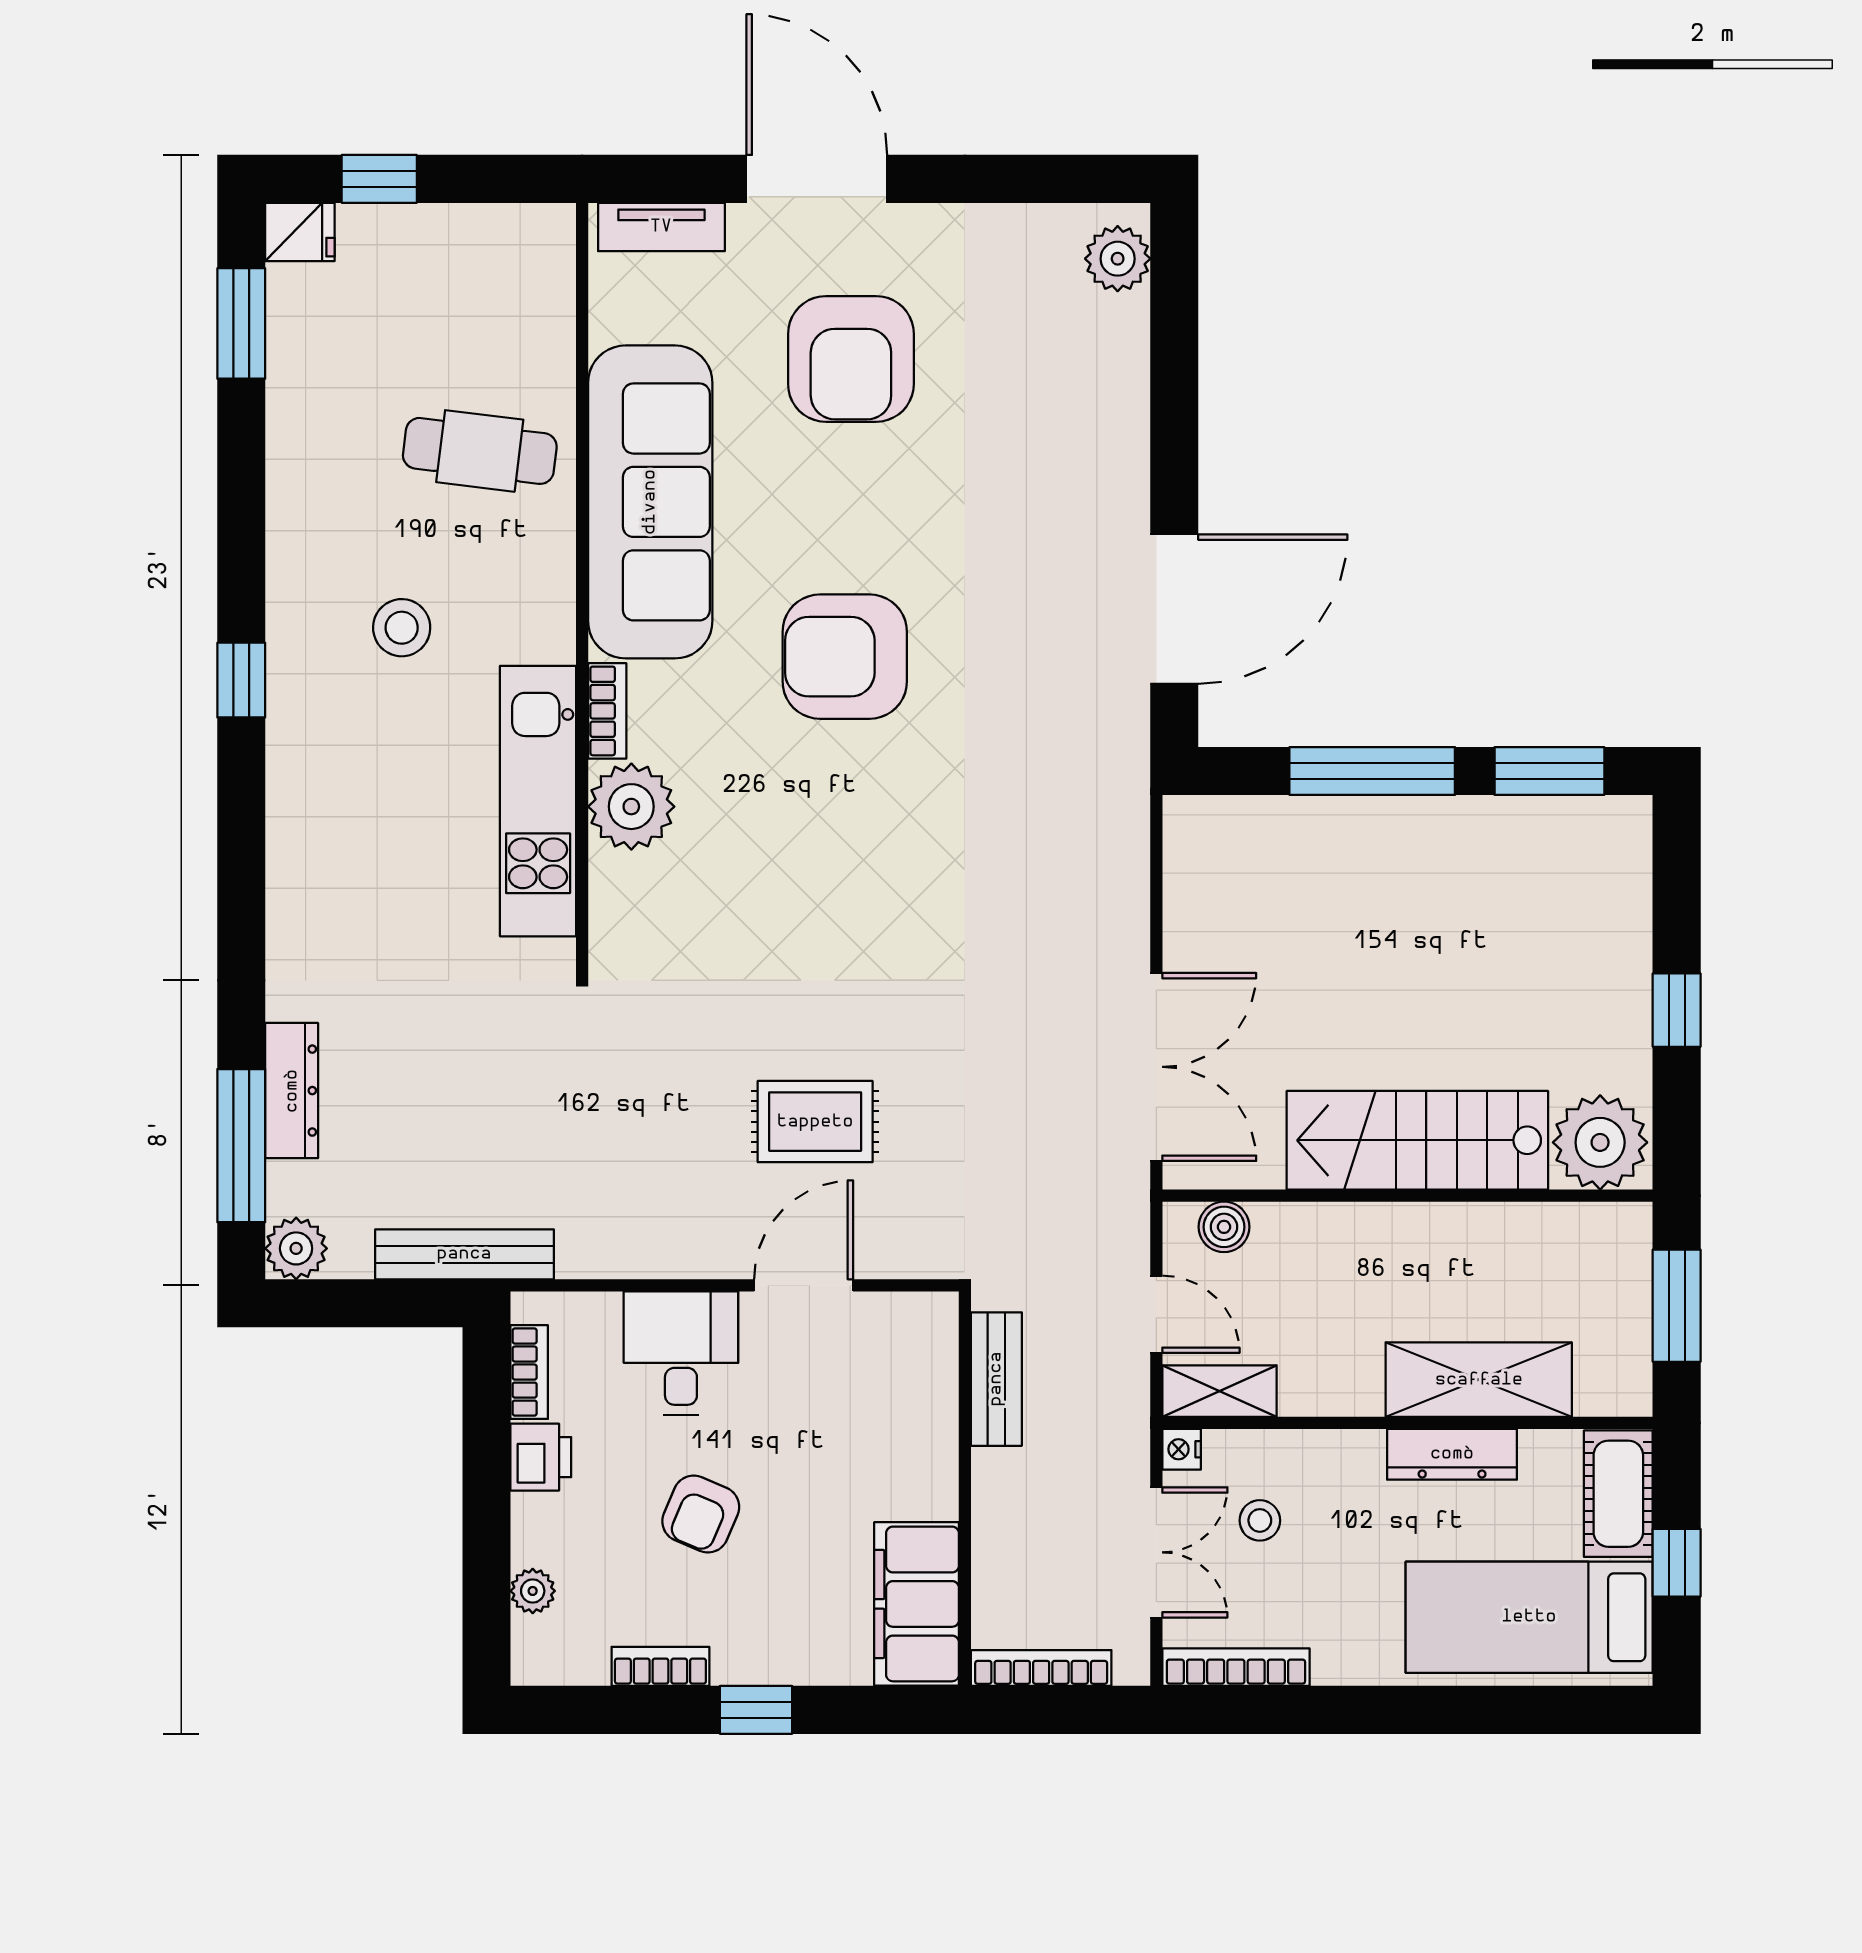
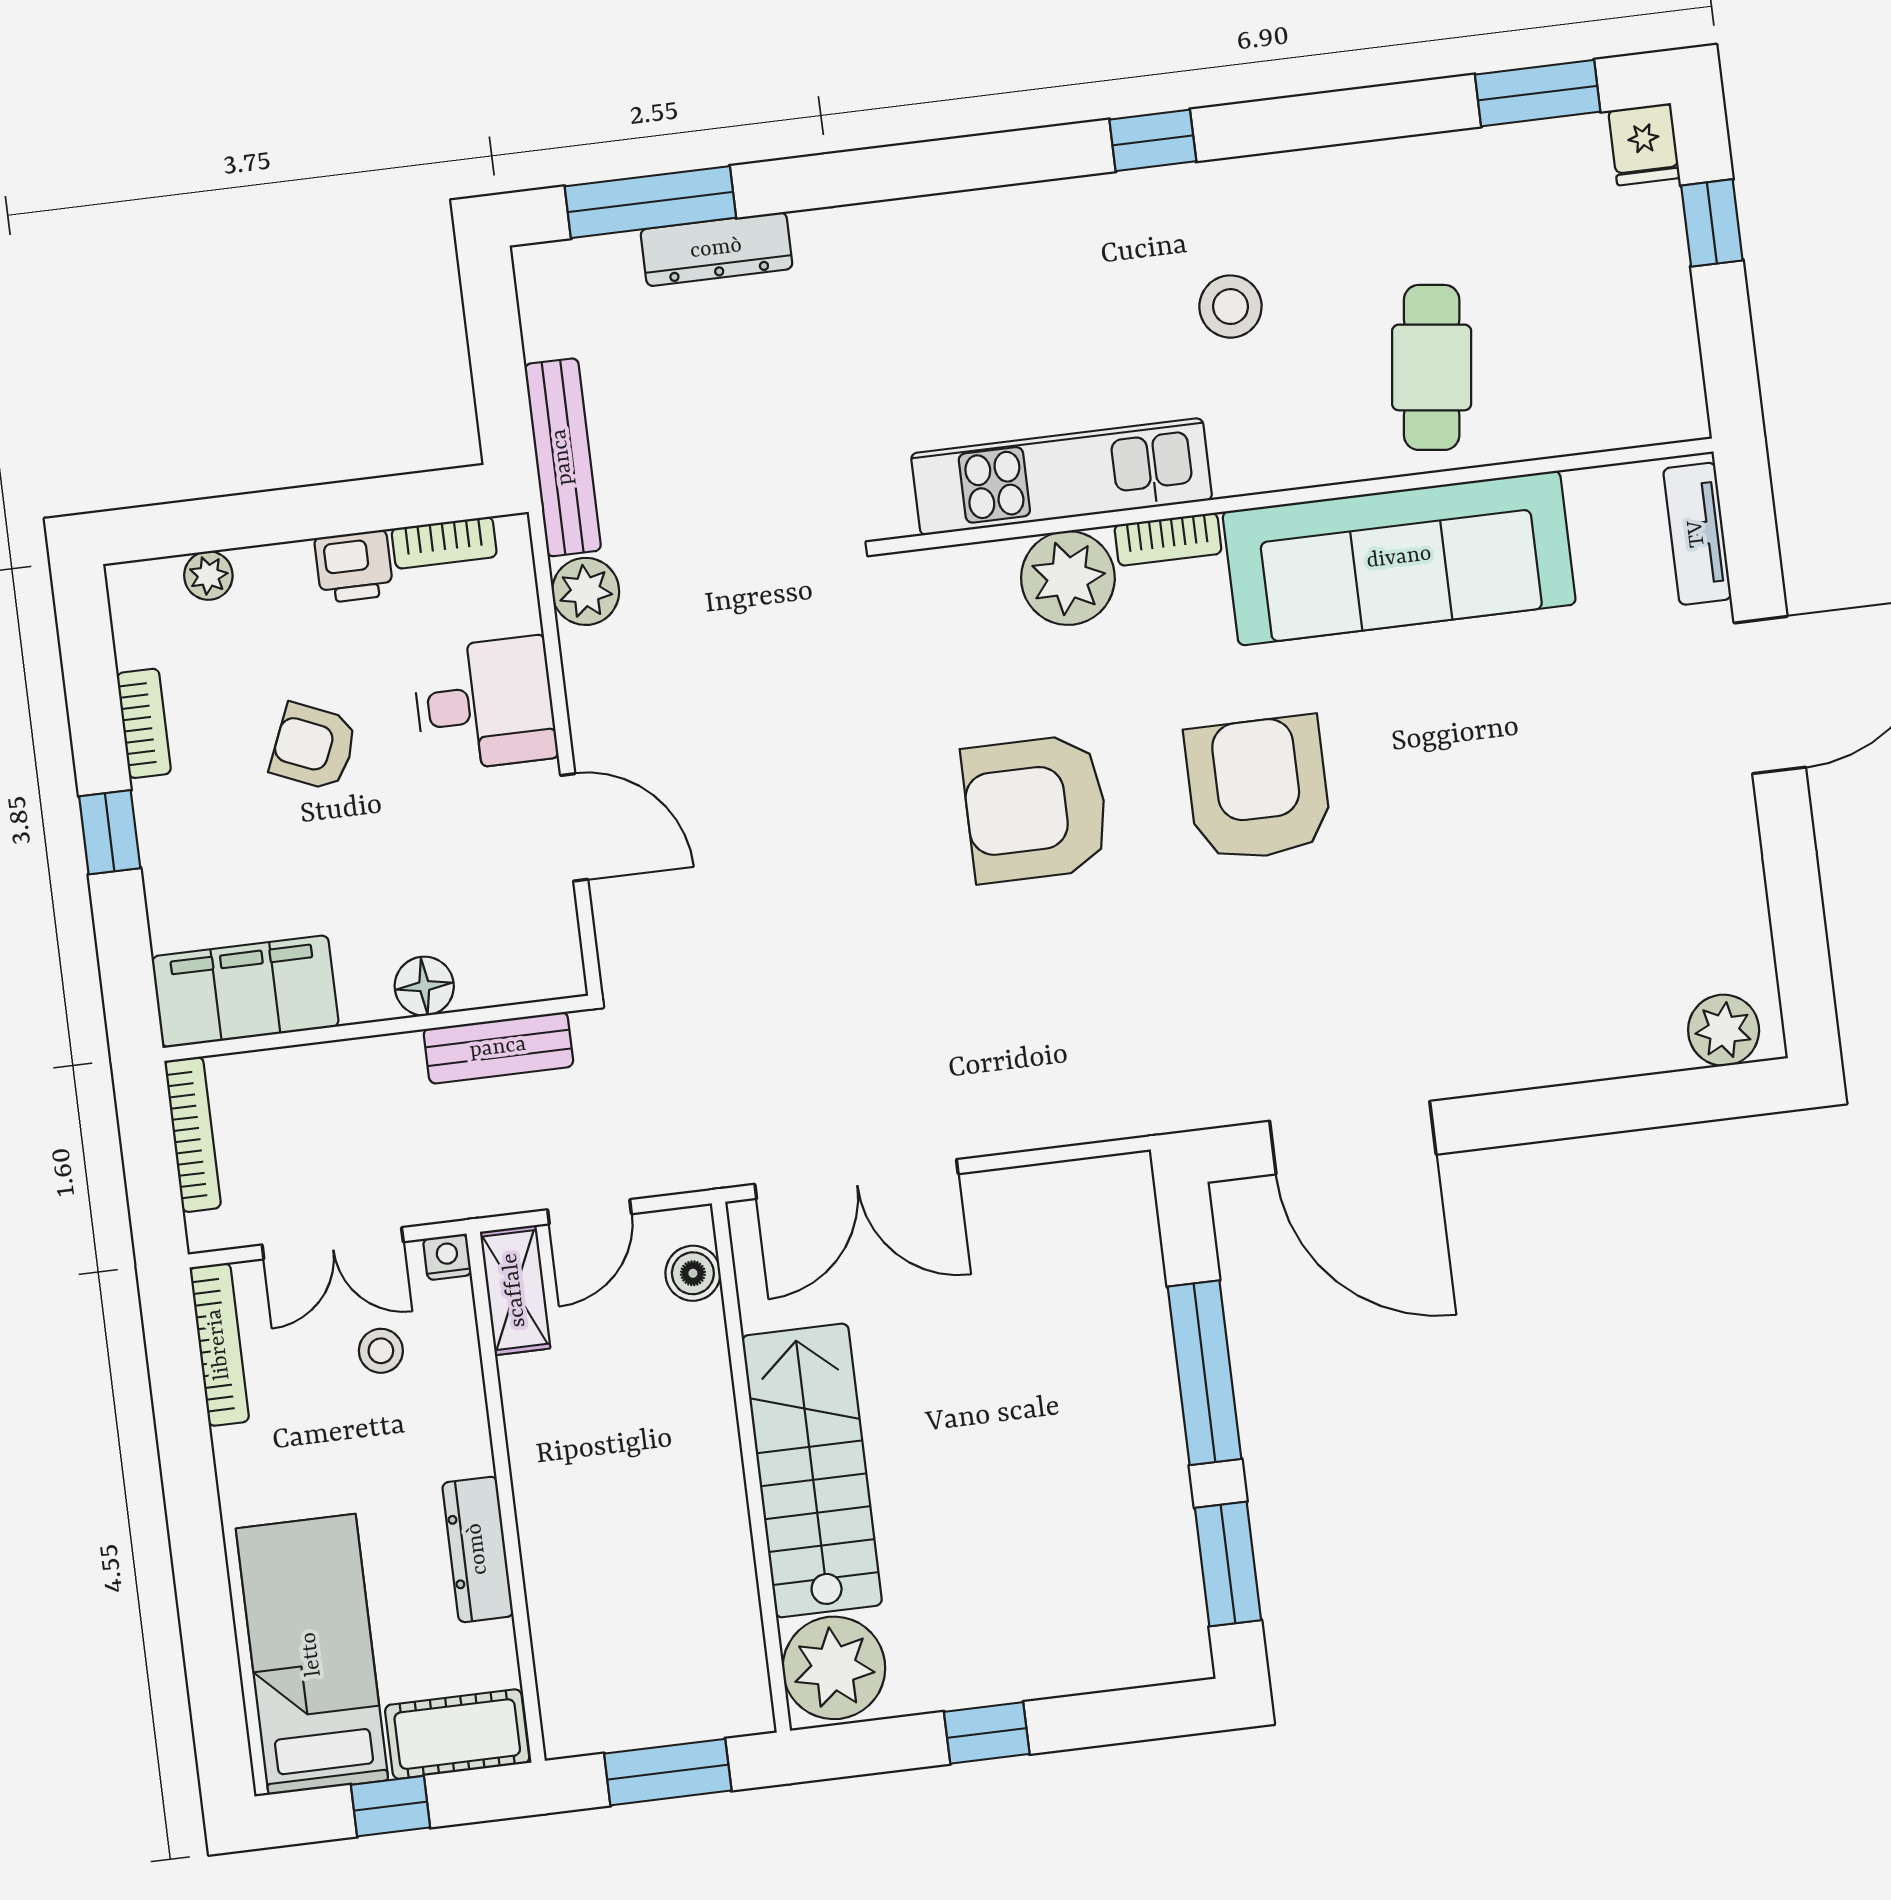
armchair: (851, 359) -> (1036, 809), moved
rug: (815, 1122) -> (752, 818), removed
plant: (296, 1248) -> (586, 591), moved
shelving: (1479, 1380) -> (562, 1568), removed
floor lamp: (932, 1440) -> (424, 986), added

